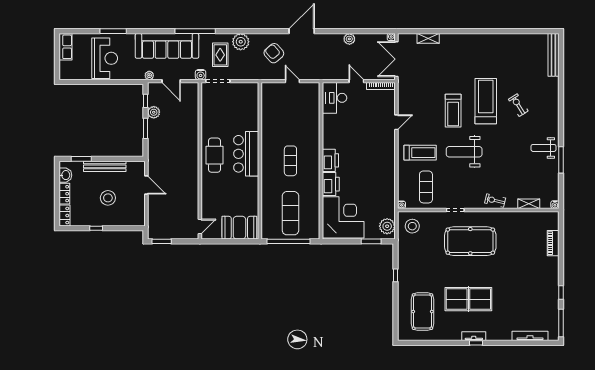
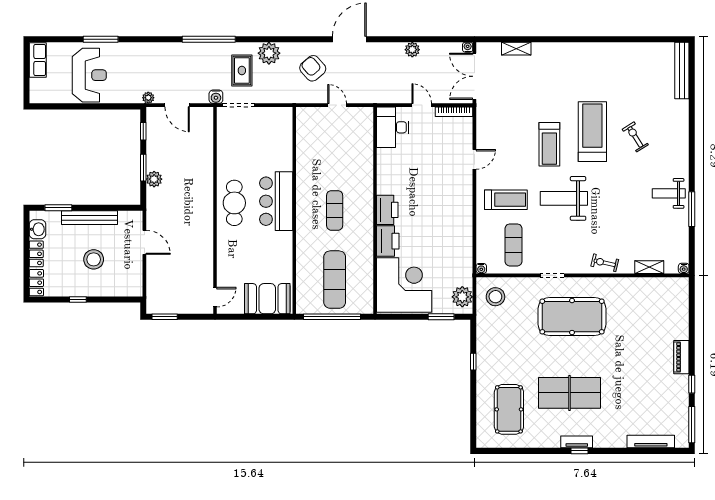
sofa: (167, 46) -> (172, 59), removed
plant: (154, 112) -> (154, 179), moved
piano: (553, 243) -> (681, 357), moved

